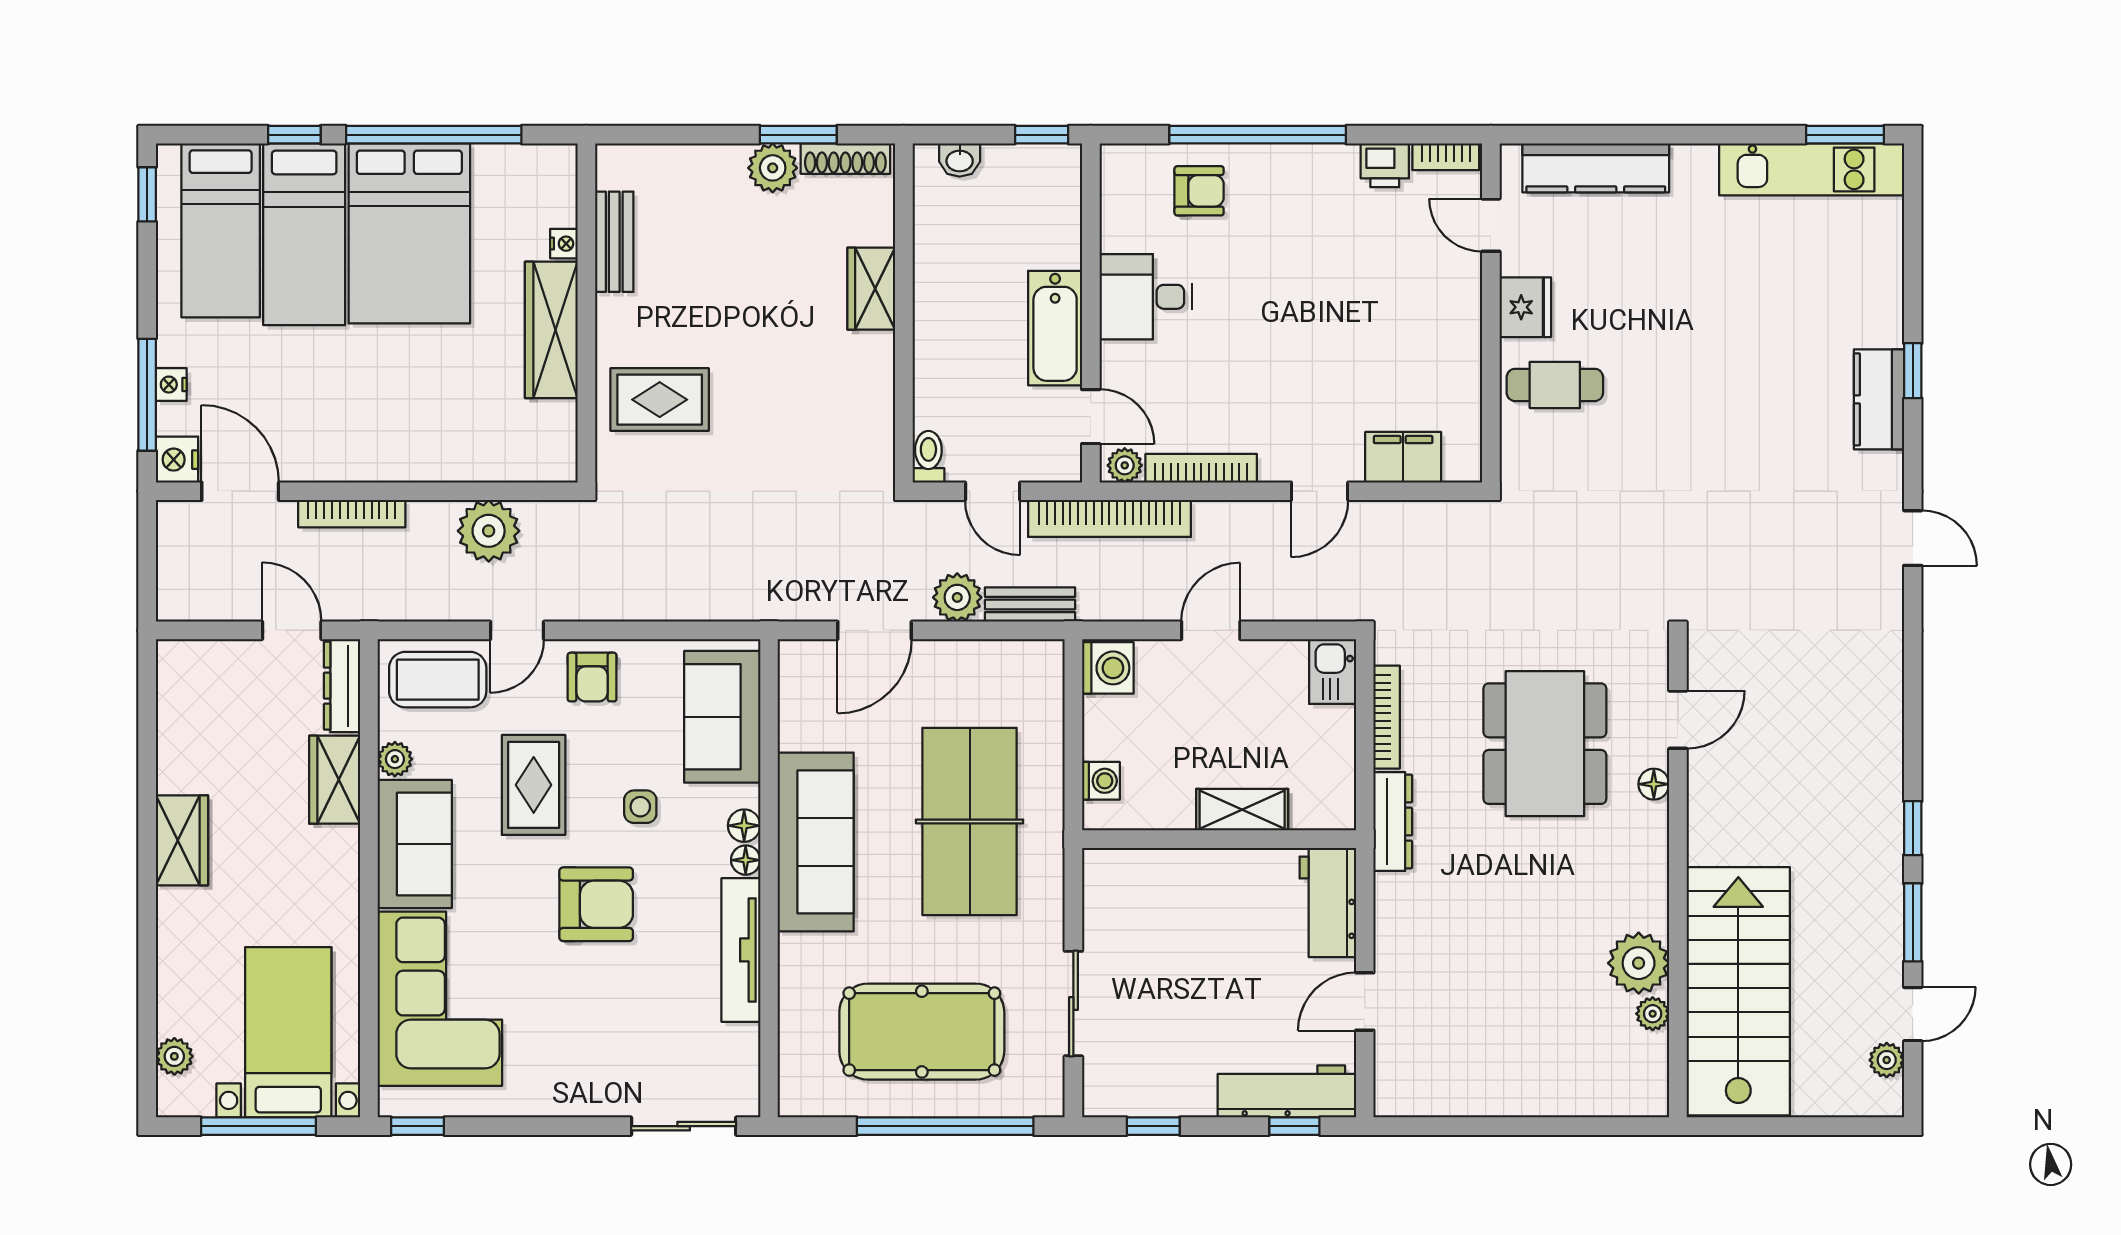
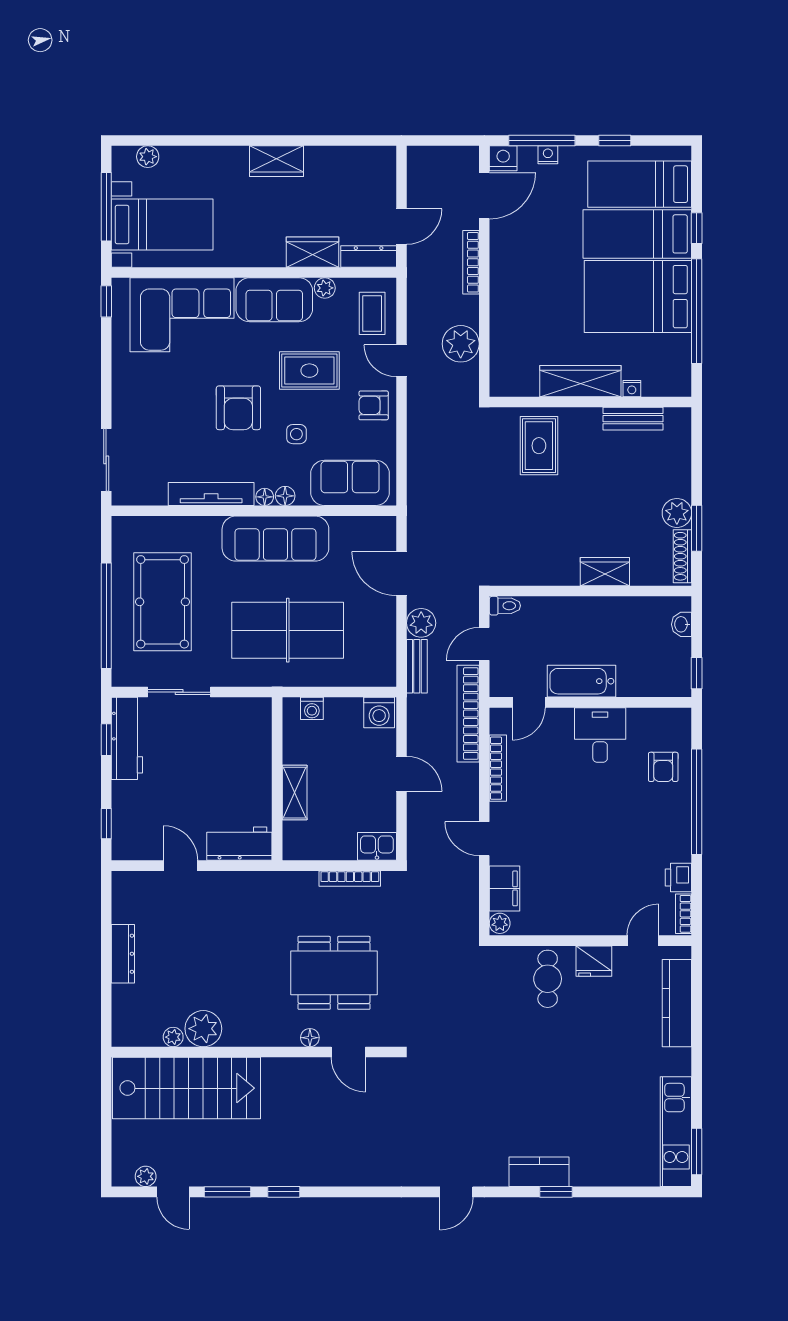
window: (147, 194) -> (615, 140), moved
plant: (1125, 465) -> (500, 923), moved
coffee table: (438, 680) -> (372, 313), width x0.73, depth x0.77
dresser: (1393, 821) -> (123, 954), moved, turned -90
workbench: (1287, 1091) -> (127, 738), moved

